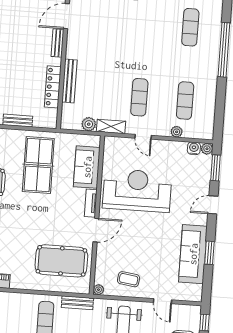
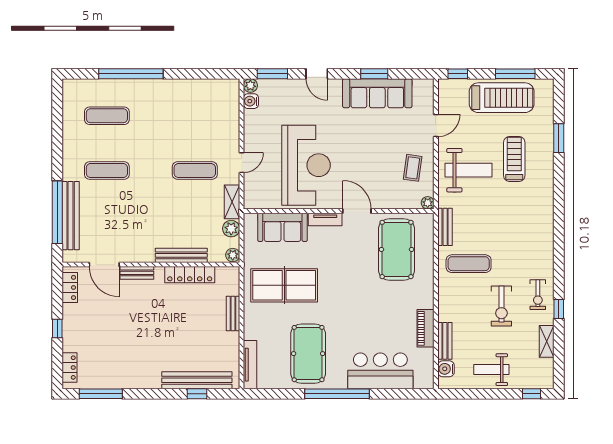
exercise mat: (185, 101) -> (107, 171), moved
plant: (177, 132) -> (233, 255), moved
reception desk: (137, 190) -> (306, 165), turned 180

